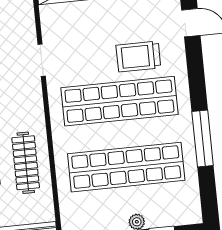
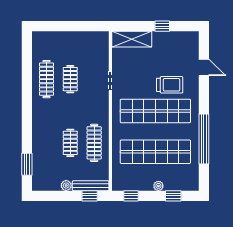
trolley: (138, 56) -> (170, 85), turned 180
window: (203, 139) -> (204, 139), width x1.46

